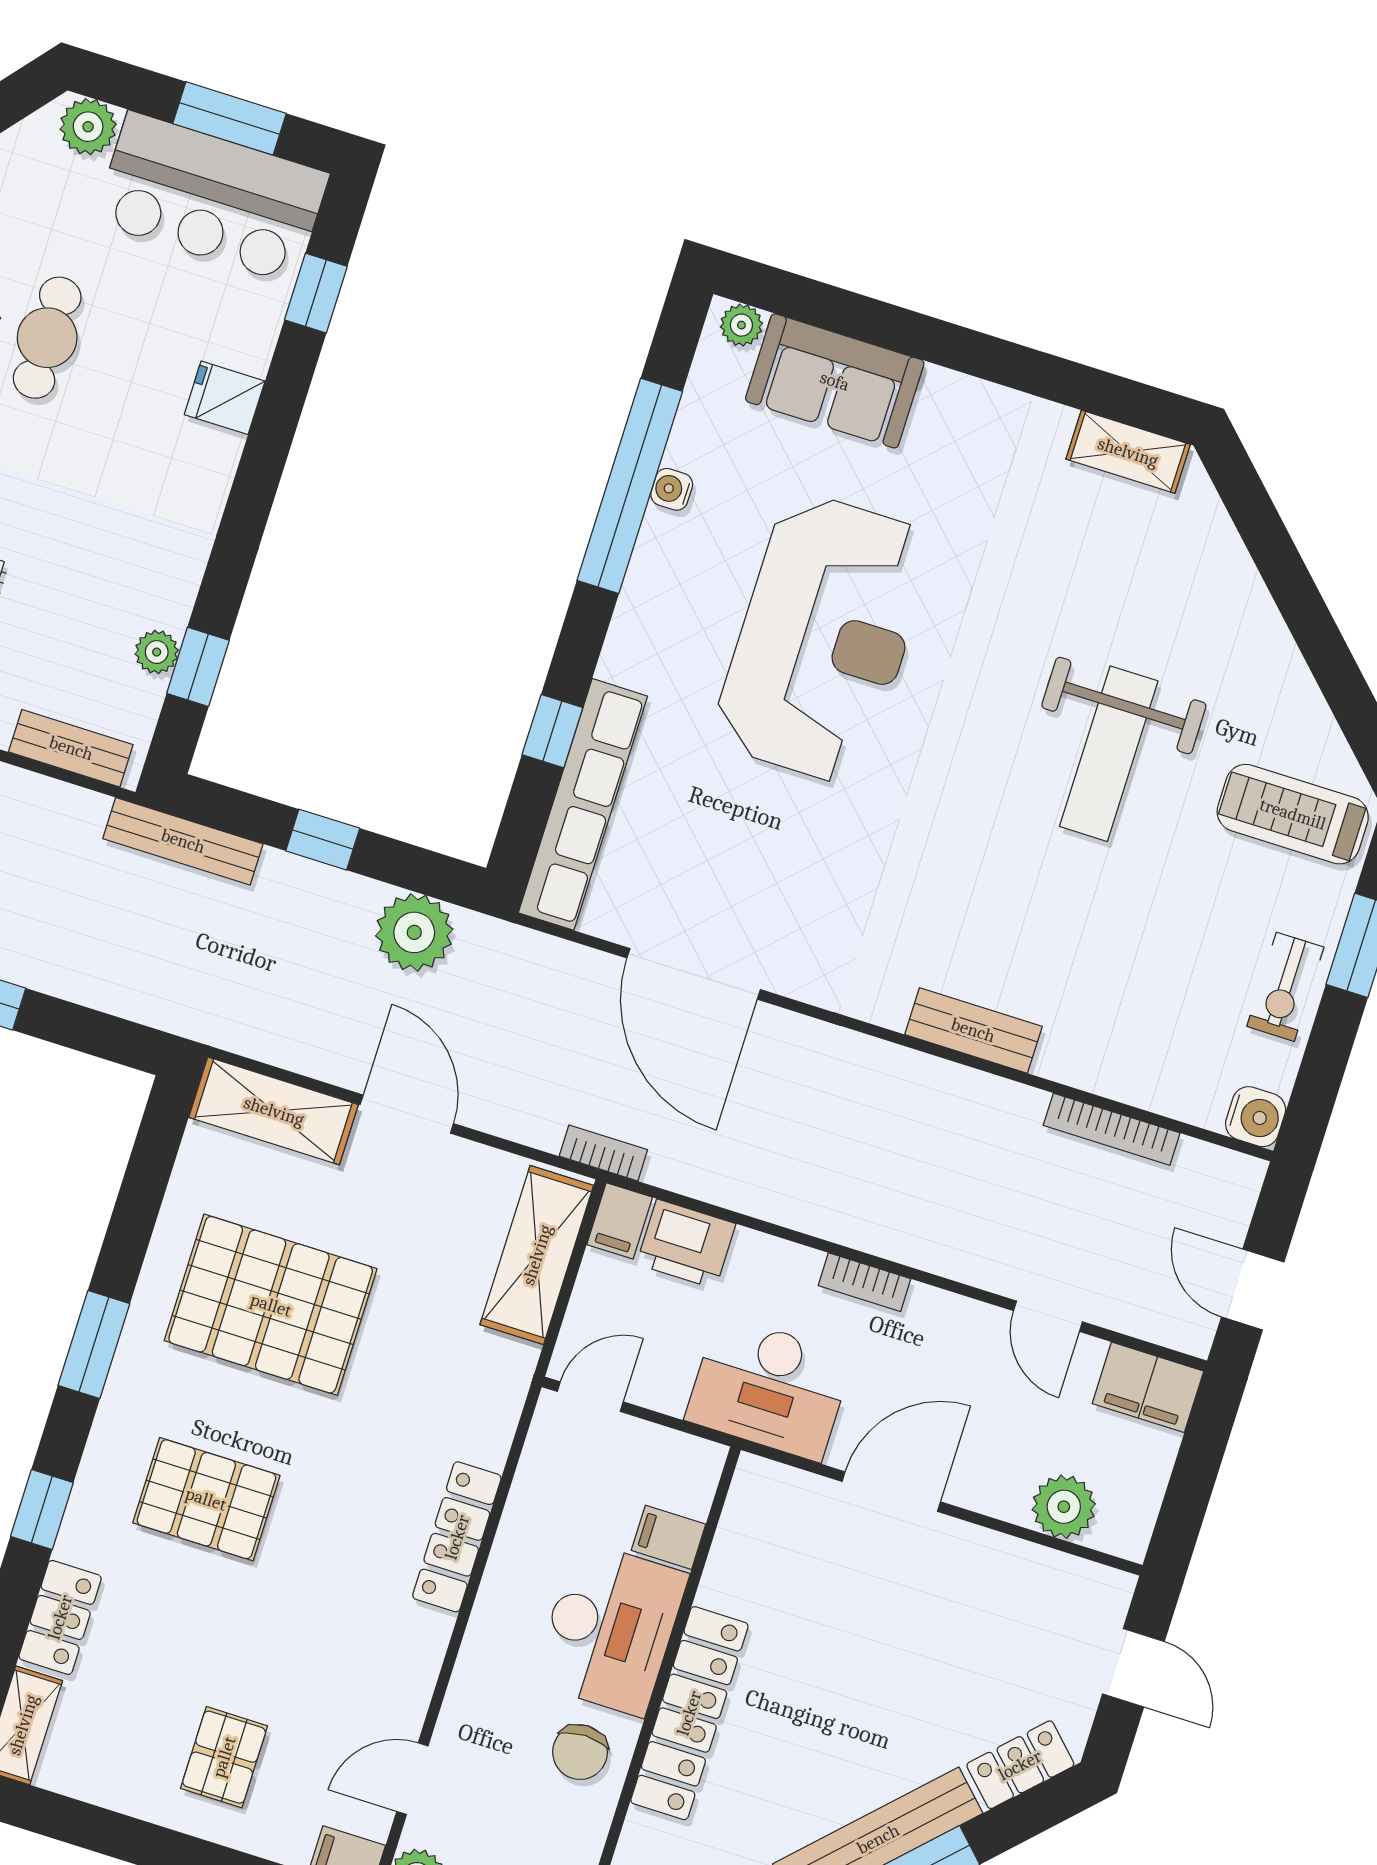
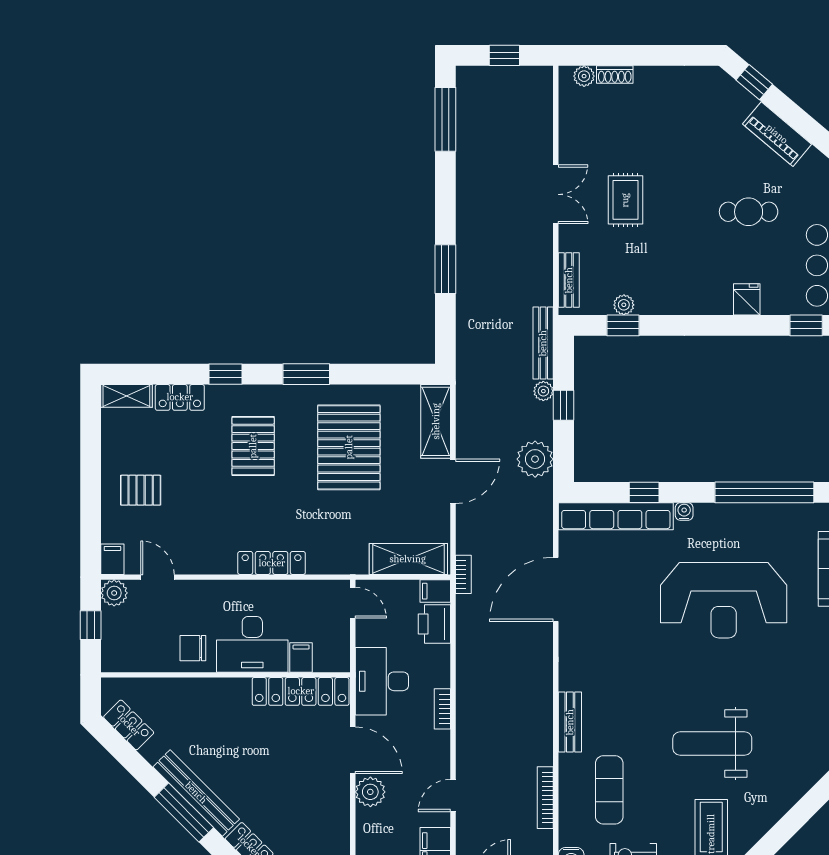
water cooler: (672, 489) -> (684, 511), moved
plant: (281, 872) -> (543, 391), added
exercise mat: (1137, 994) -> (609, 790), added
plant: (1064, 1507) -> (370, 792), moved
locker: (689, 1713) -> (301, 691), moved

